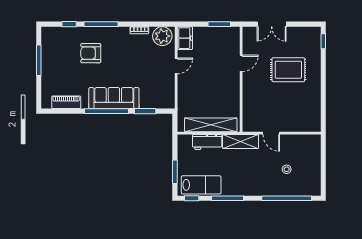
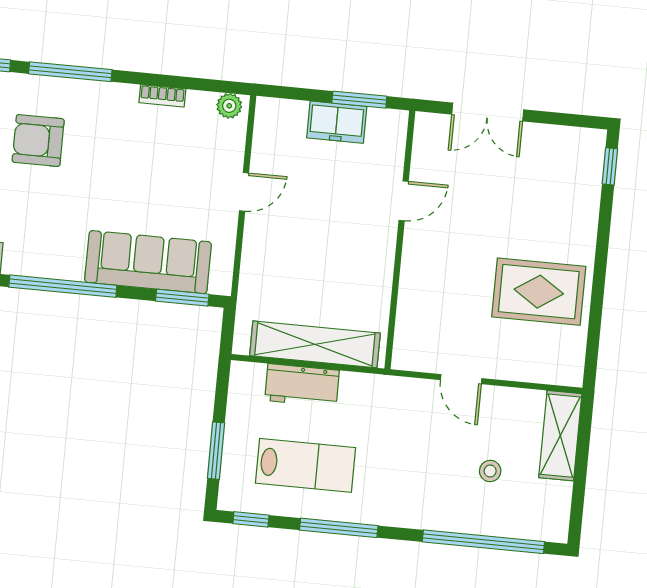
plant: (162, 36) -> (229, 106), width x0.53, depth x0.53
freezer: (185, 38) -> (337, 122), moved, turned 90
rug: (288, 70) -> (539, 292), moved
sofa: (114, 98) -> (148, 262), moved
window: (145, 111) -> (182, 298), moved
shelving: (241, 142) -> (560, 436), moved, turned 90
lab bench: (201, 185) -> (305, 465), moved

